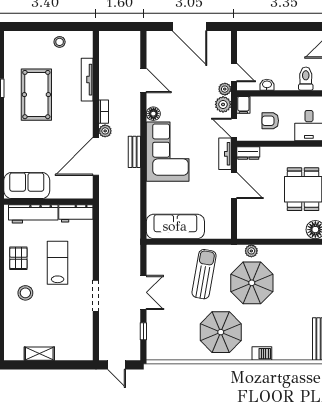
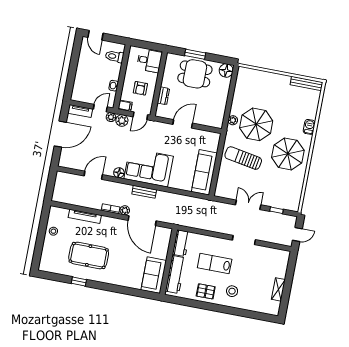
dresser: (248, 153) -> (163, 96), moved
tv unit: (225, 154) -> (80, 111), moved

